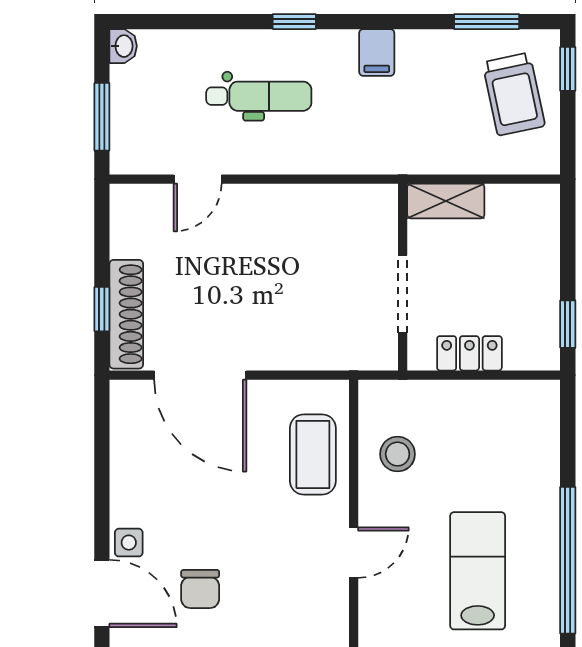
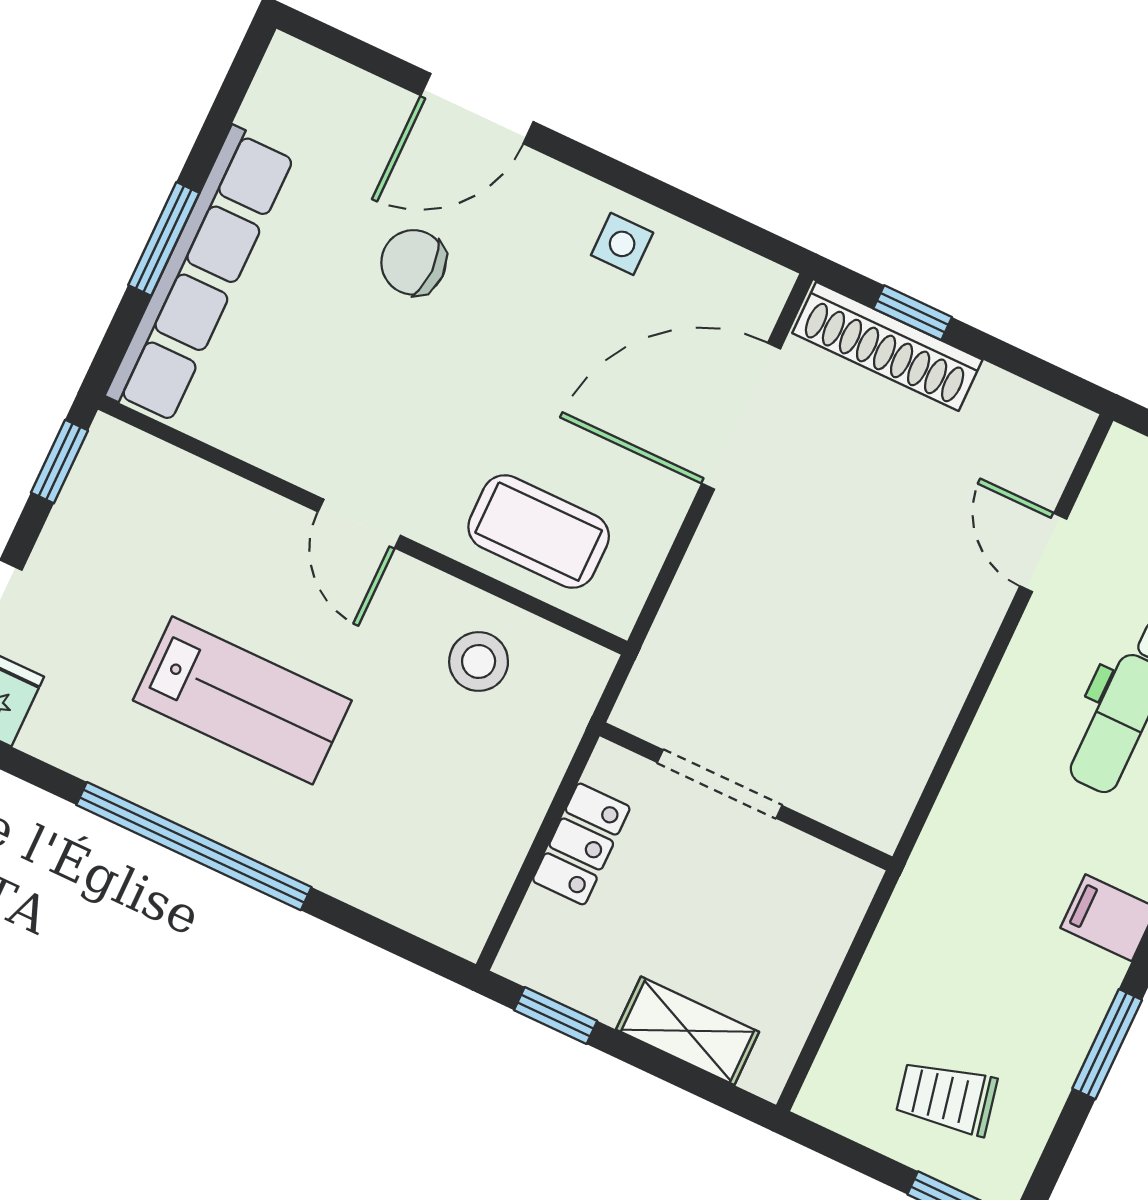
window: (487, 22) -> (1107, 1044), moved
trolley: (514, 94) -> (946, 1098), width x0.73, depth x0.72
shelving: (446, 201) -> (688, 1031), moved, turned 90
side table: (129, 543) -> (622, 244), moved

